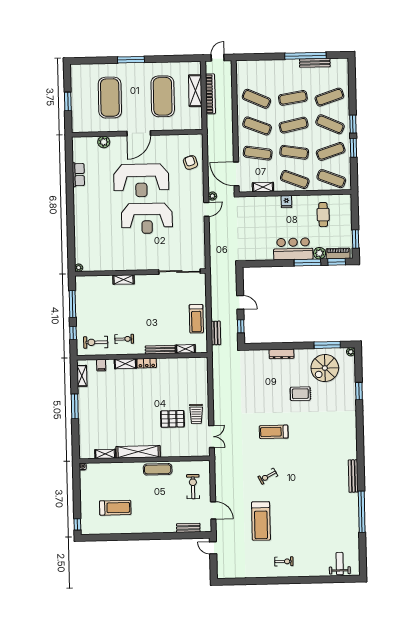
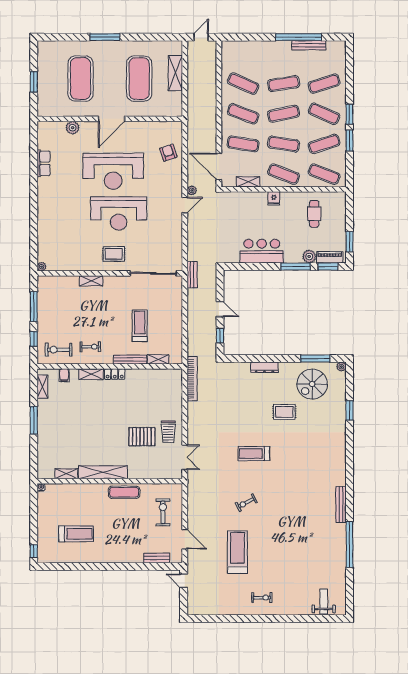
bookcase: (210, 94) -> (192, 379), moved
bar counter: (293, 249) -> (262, 251), moved
rug: (143, 255) -> (114, 254), added
treadmill: (196, 319) -> (140, 326), moved, turned 180
bench: (216, 333) -> (192, 275), moved
treadmill: (261, 521) -> (237, 552), turned 180

